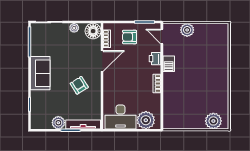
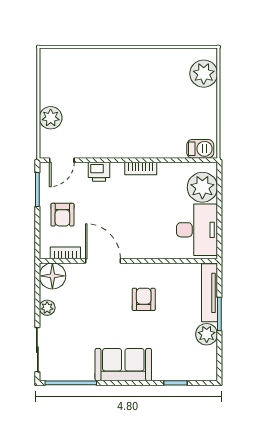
barbecue: (169, 64) -> (200, 149), moved
armchair: (79, 85) -> (144, 299), turned 122

